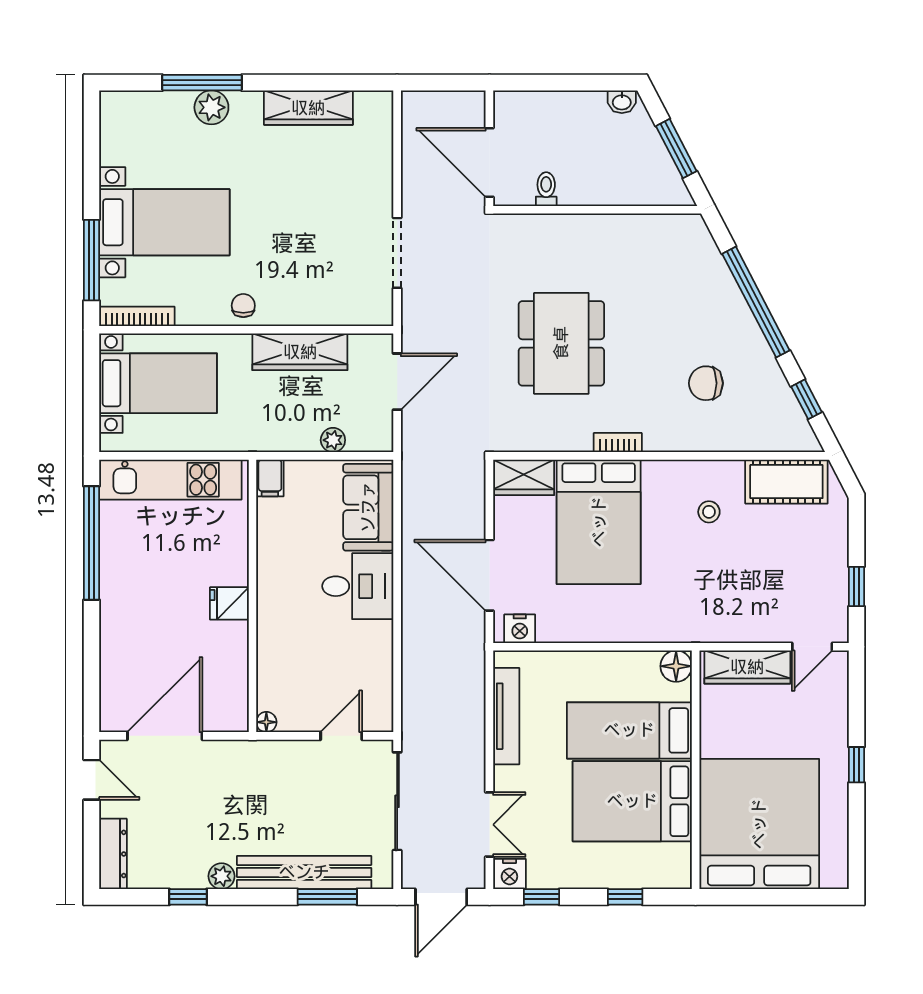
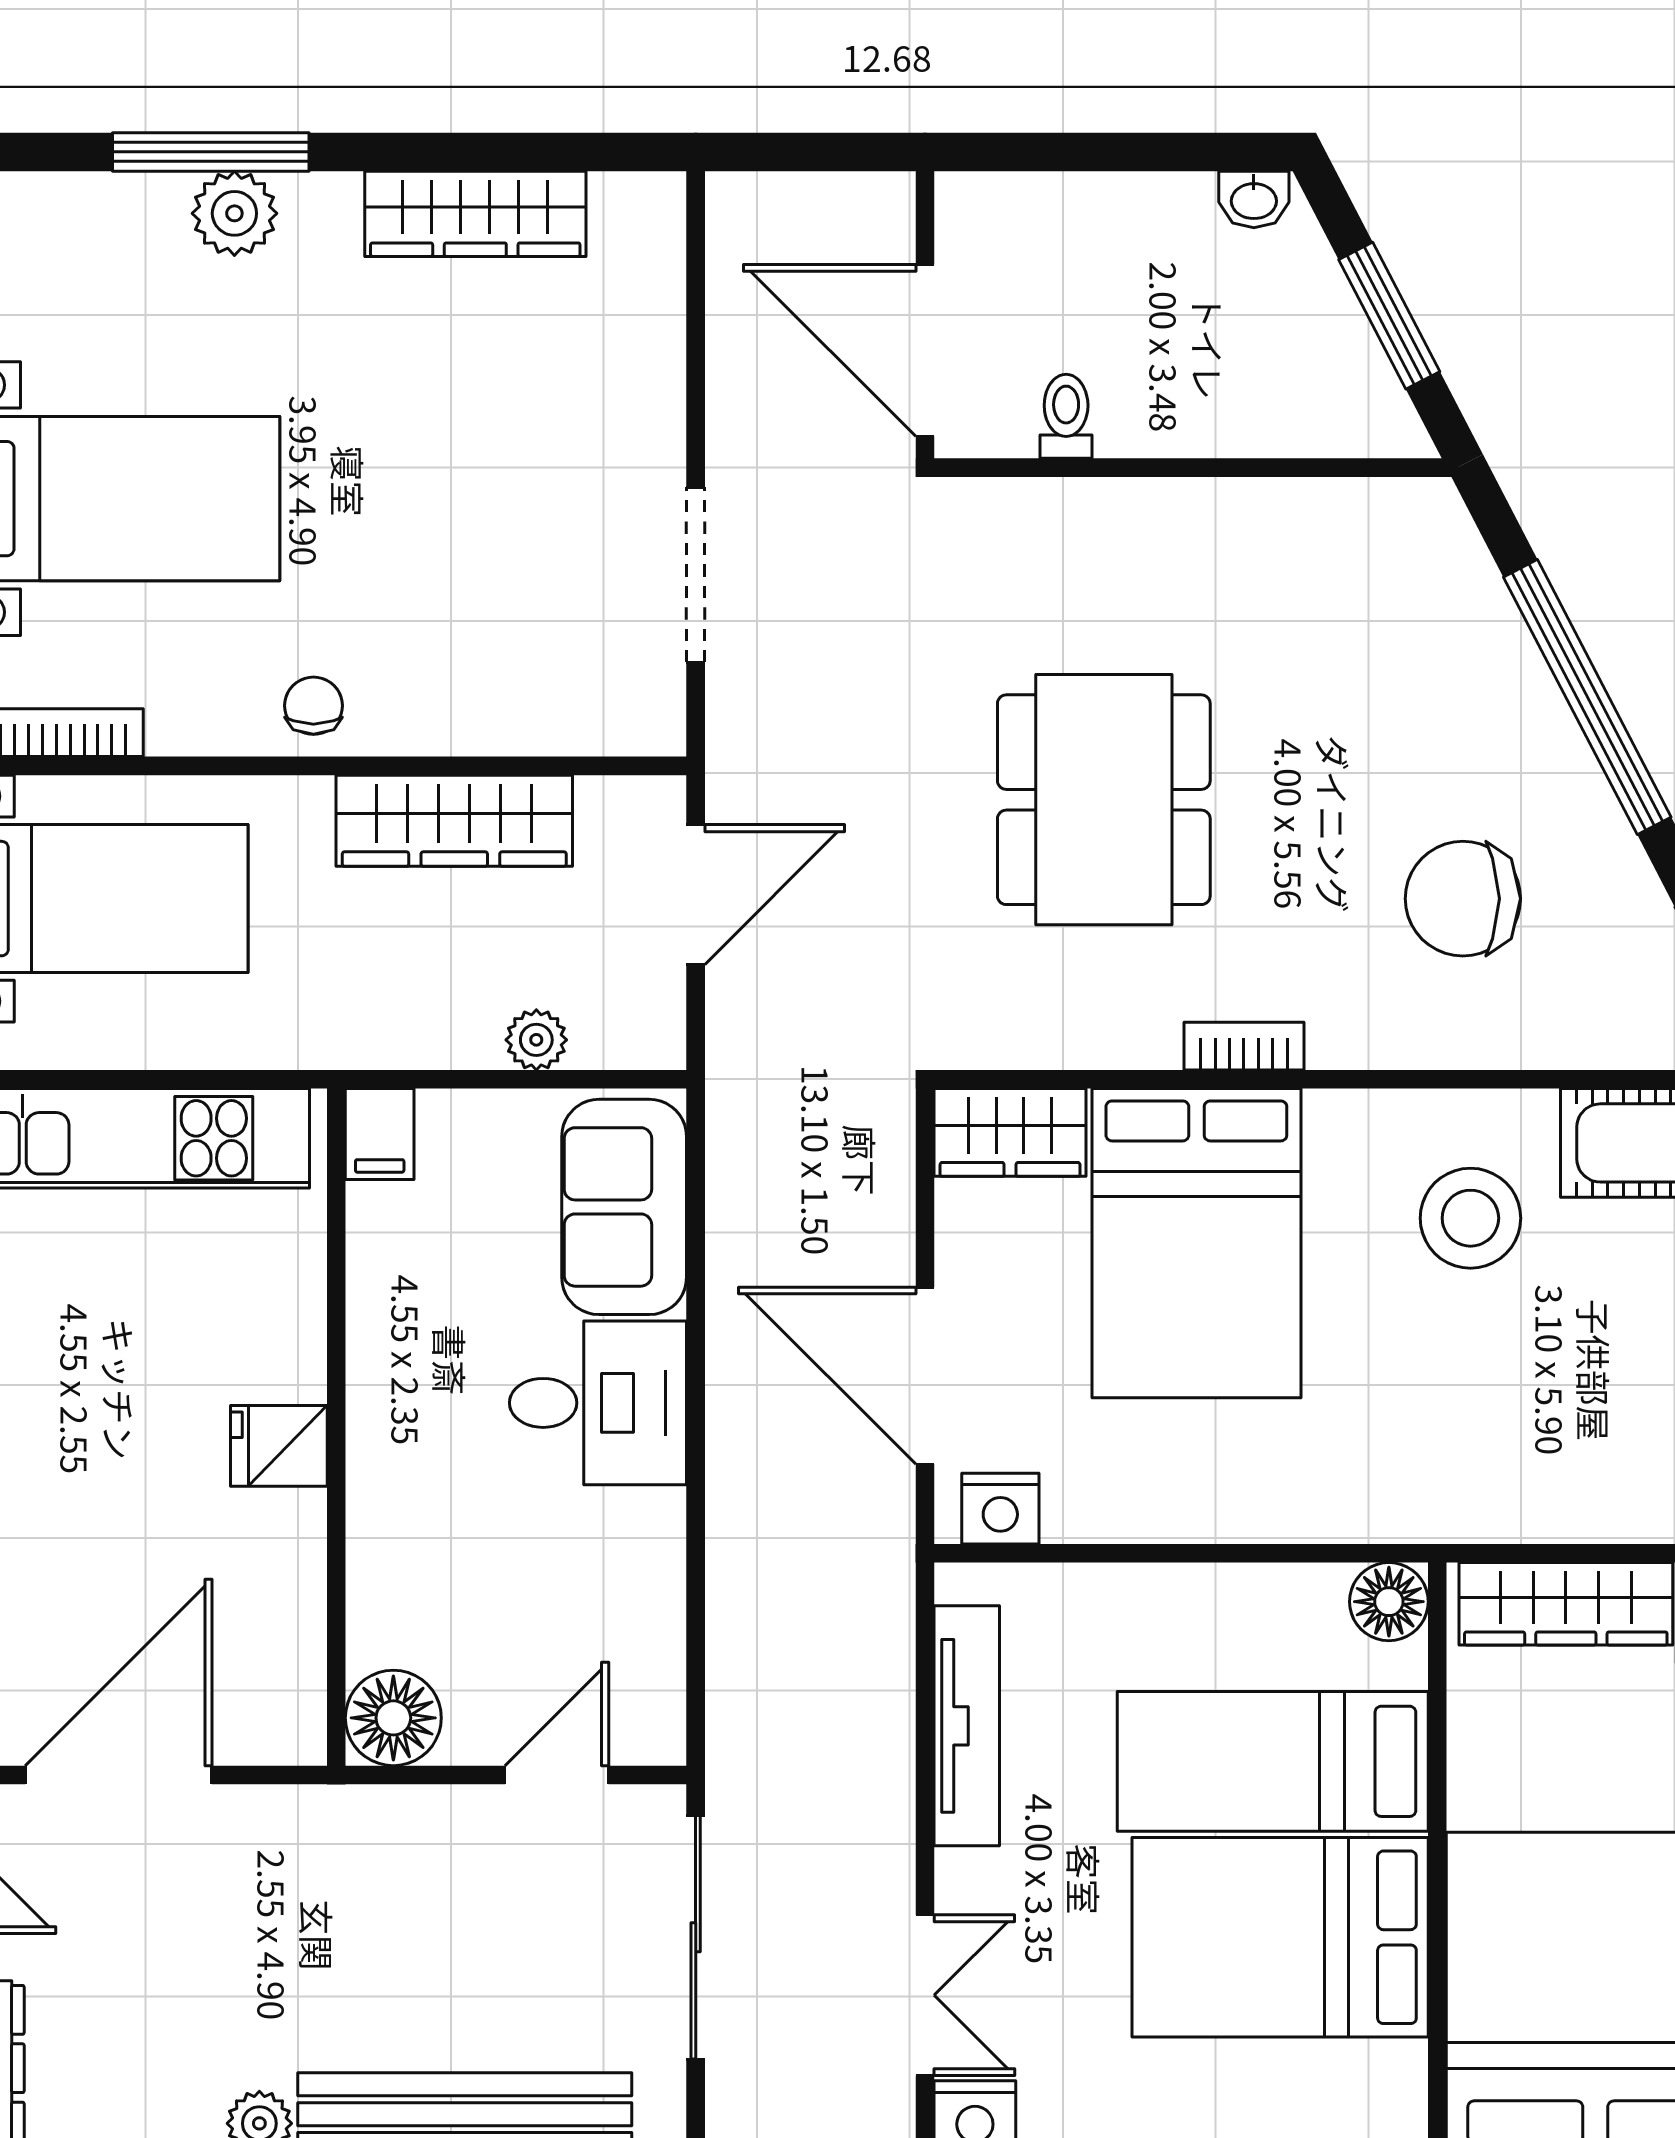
chair: (706, 383) -> (1463, 899), width x1.37, depth x1.37
stool: (709, 512) -> (1470, 1218), width x1.89, depth x1.89
floor lamp: (266, 722) -> (393, 1718), width x1.89, depth x1.89

